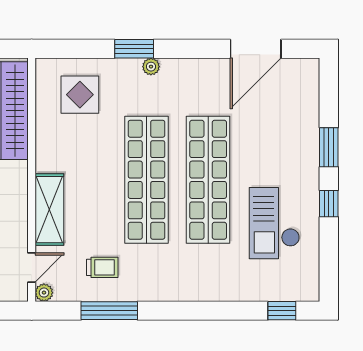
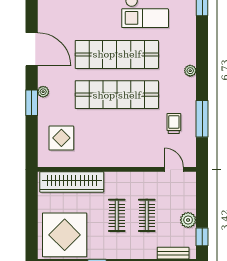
door: (256, 49) -> (32, 49), moved
shelving: (49, 210) -> (136, 158), removed
plant: (44, 293) -> (190, 71), moved

